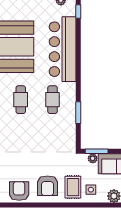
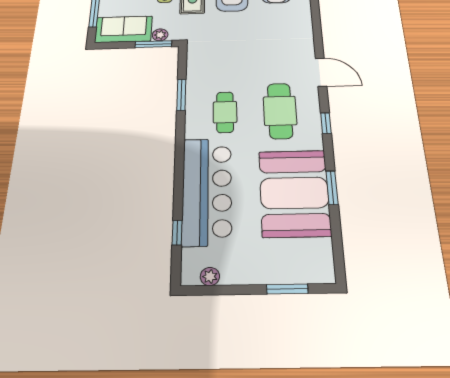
window: (78, 11) -> (177, 233), moved
cafe table: (21, 100) -> (280, 111), width x1.37, depth x1.35

